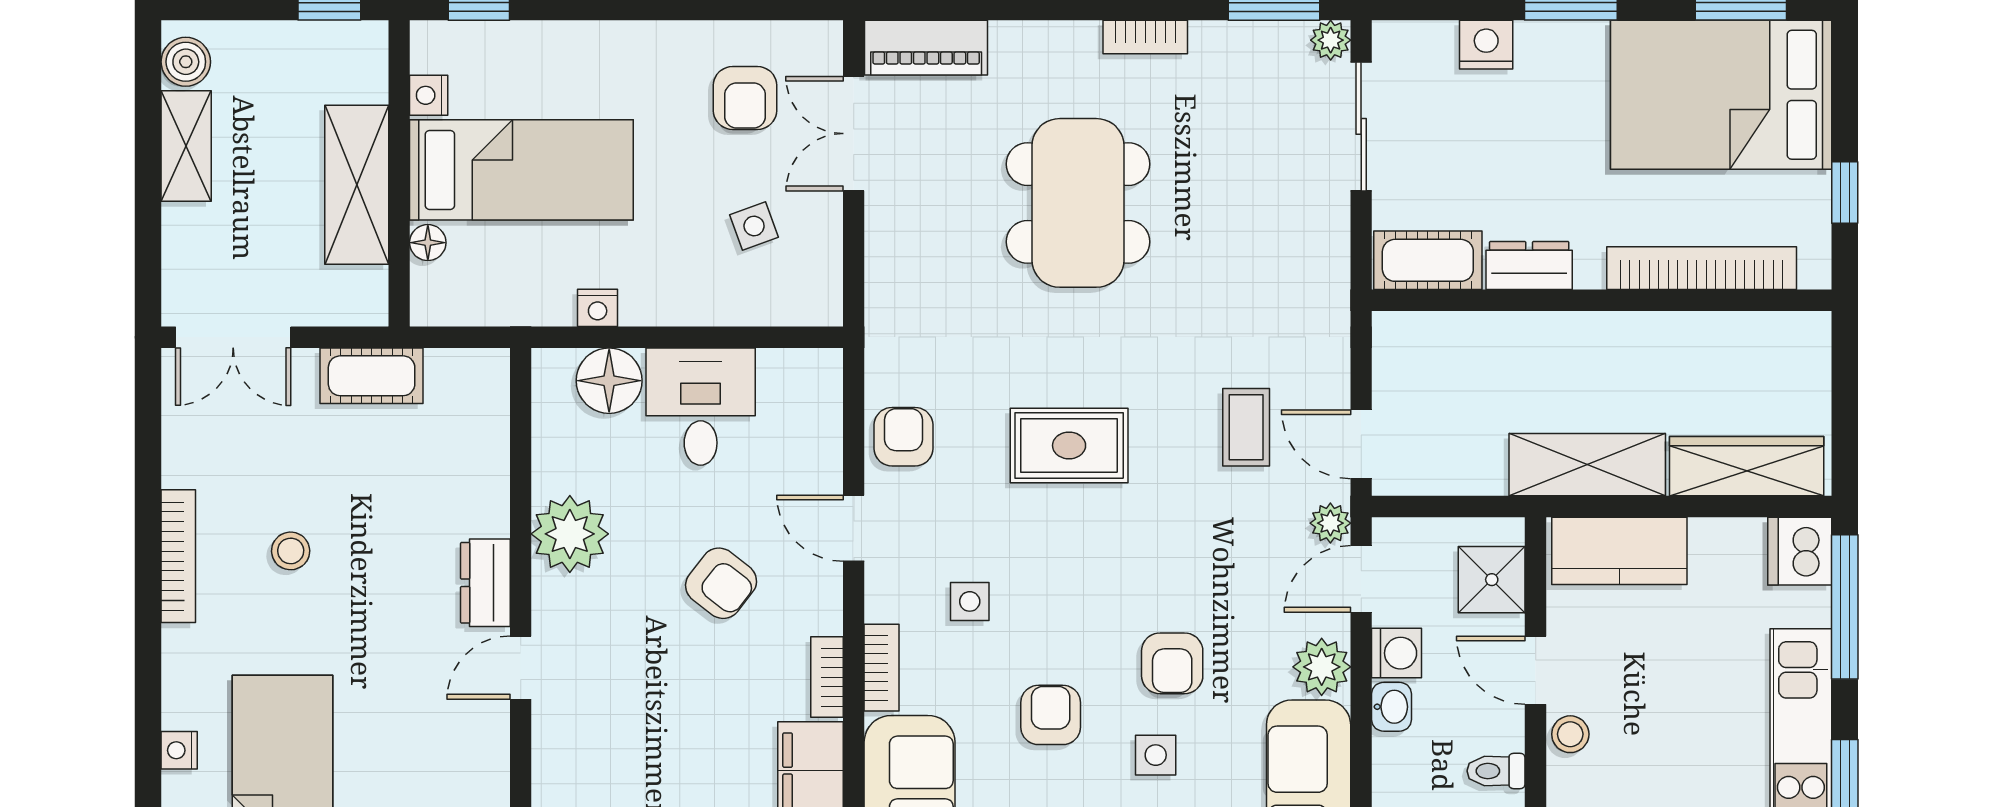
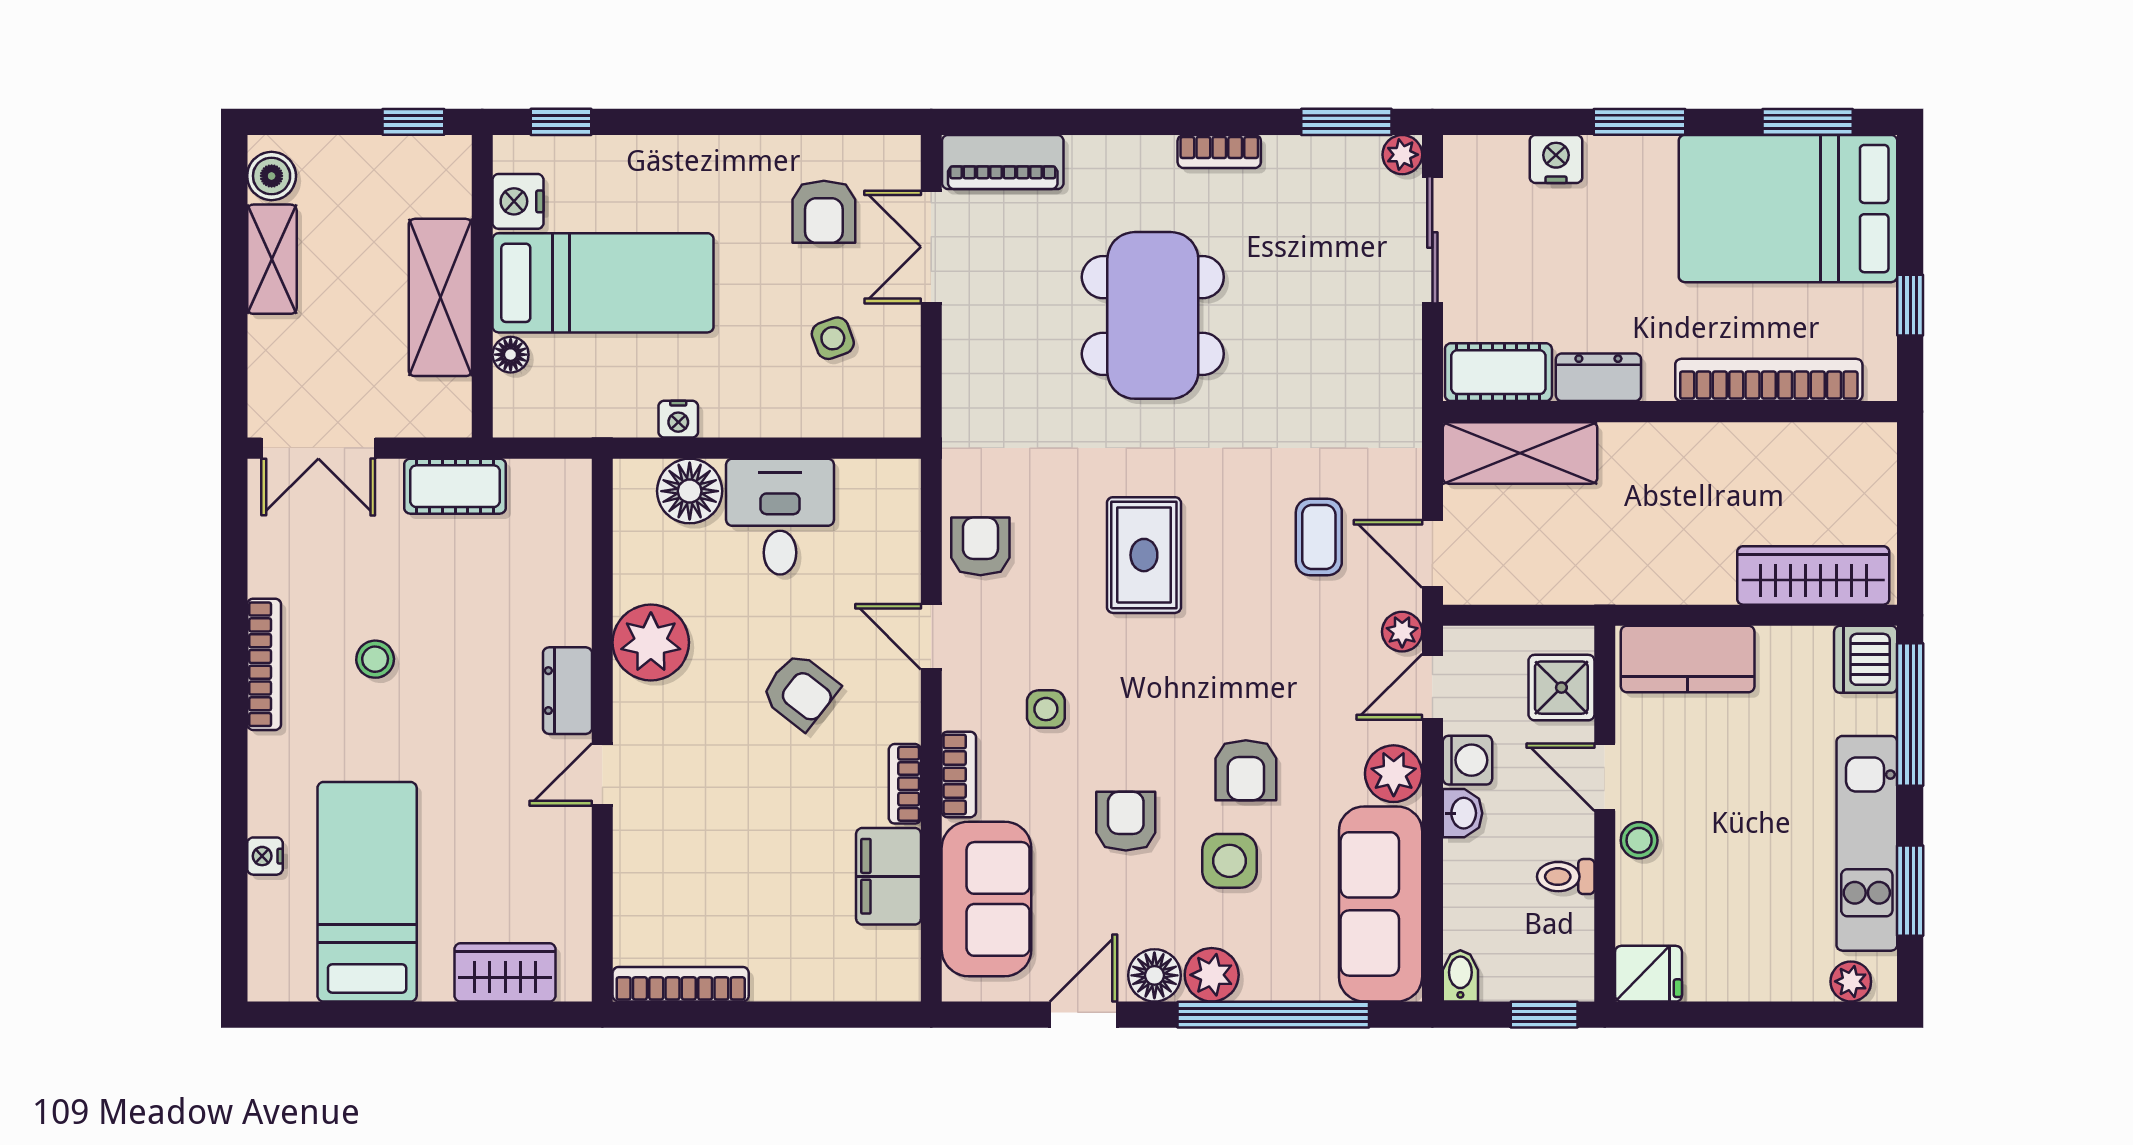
nightstand: (429, 95) -> (518, 201), width x1.39, depth x1.35
rug: (1069, 445) -> (1144, 555), turned 90
shelving: (1587, 465) -> (1520, 453), moved
side table: (1156, 755) -> (1230, 861), width x1.37, depth x1.37

